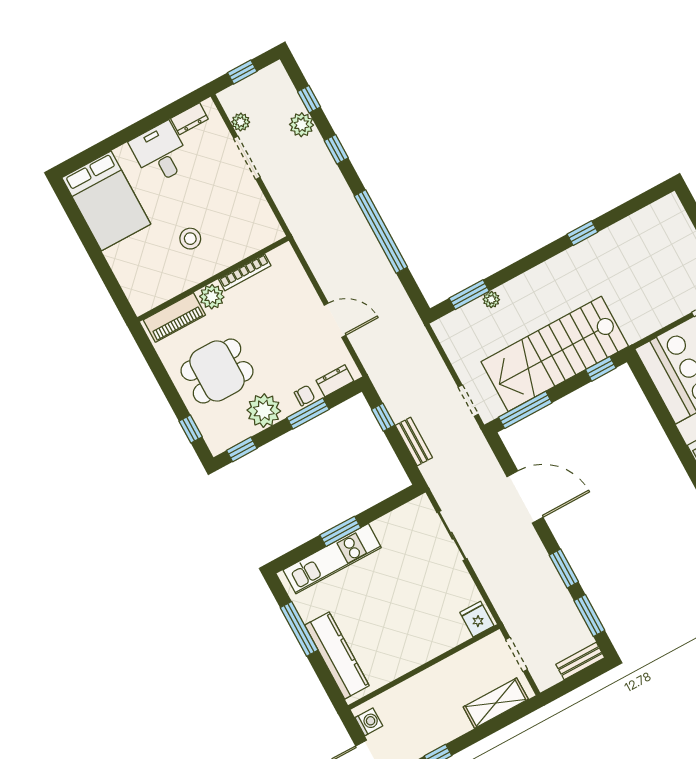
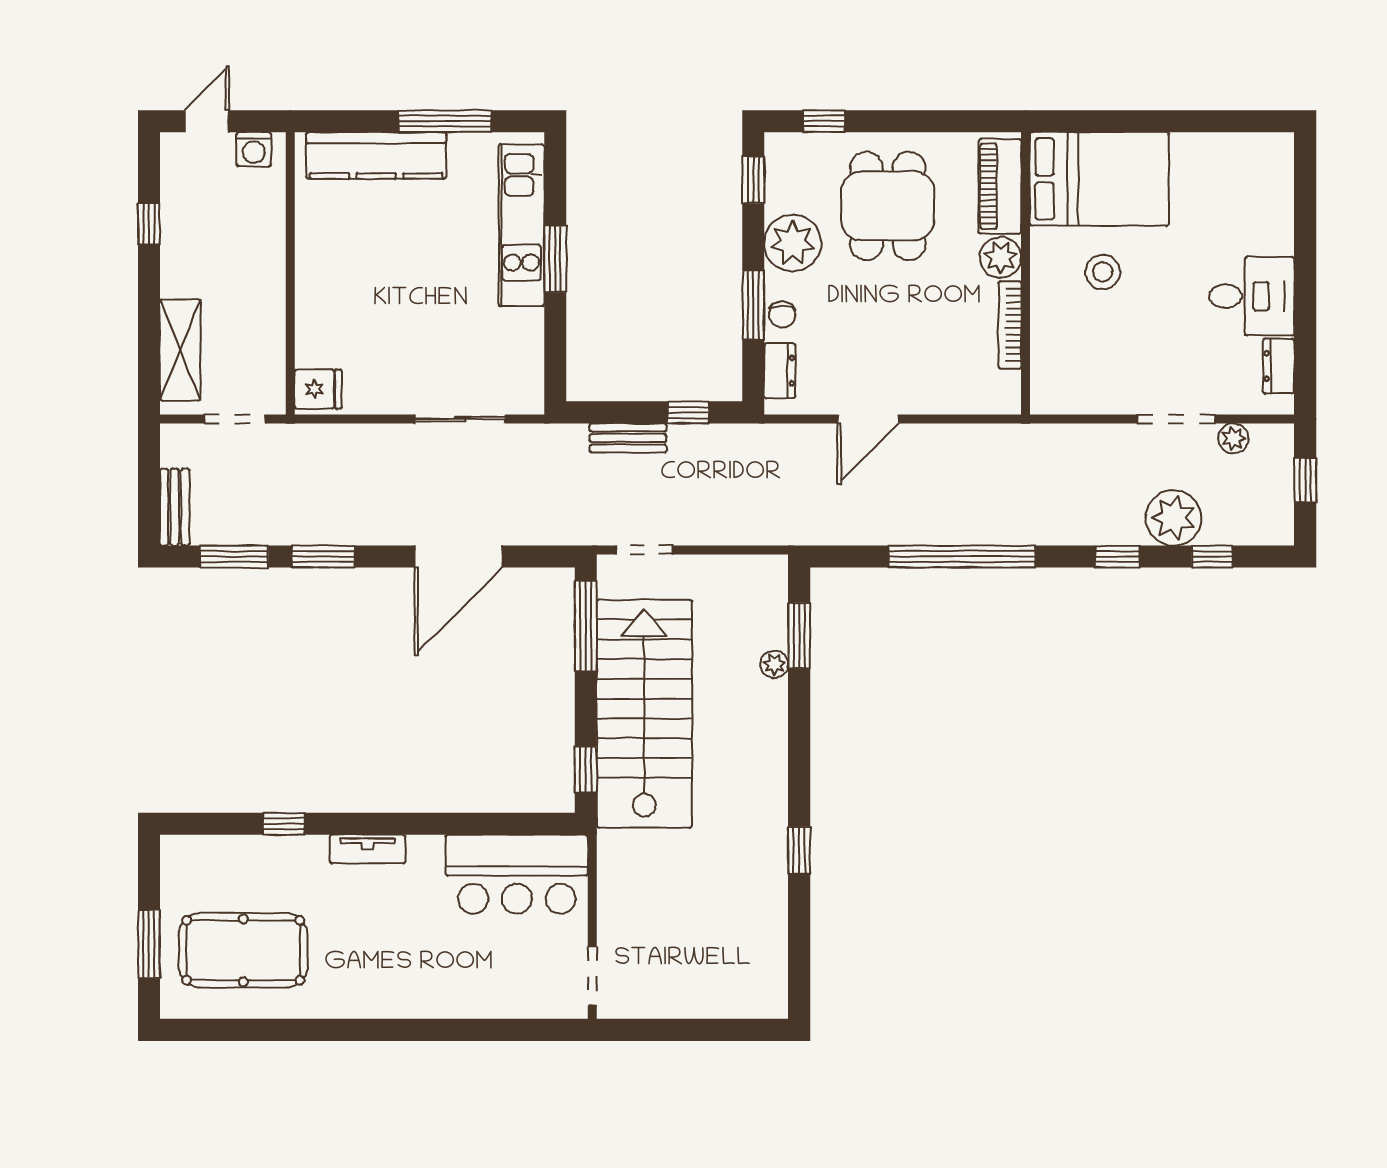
plant: (302, 125) -> (1174, 518), width x1.36, depth x1.36
bed: (106, 201) -> (1099, 179), moved, turned 180

